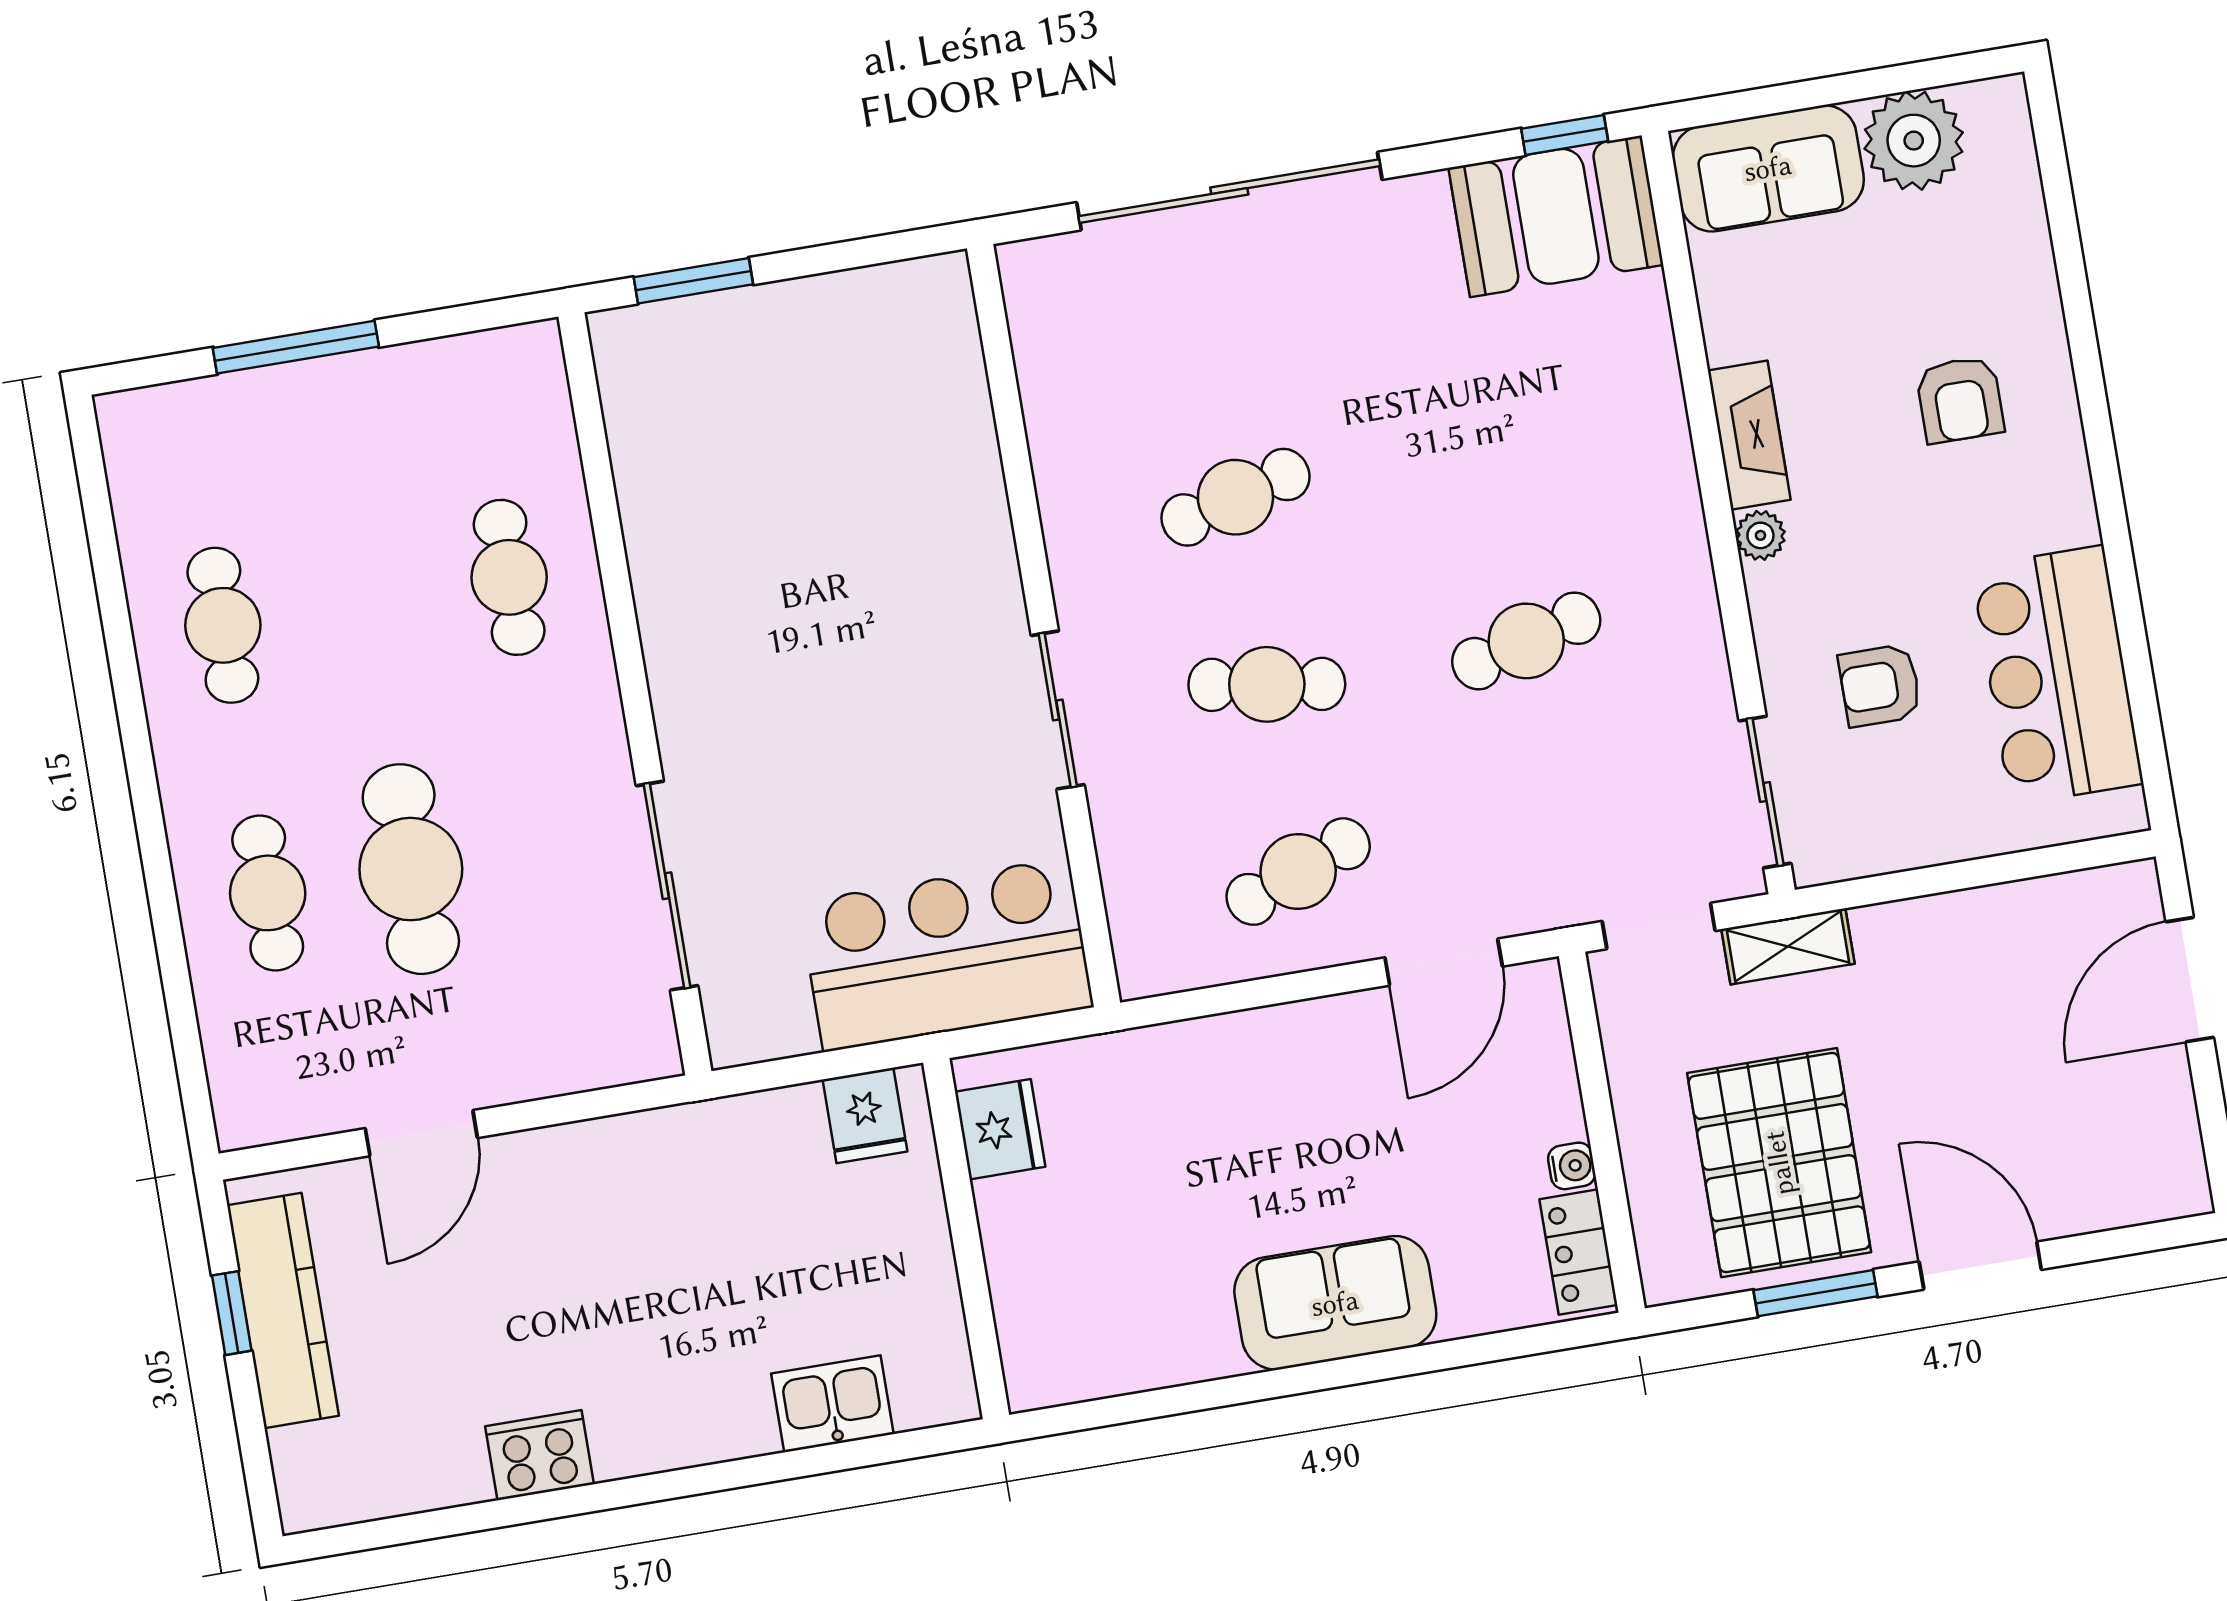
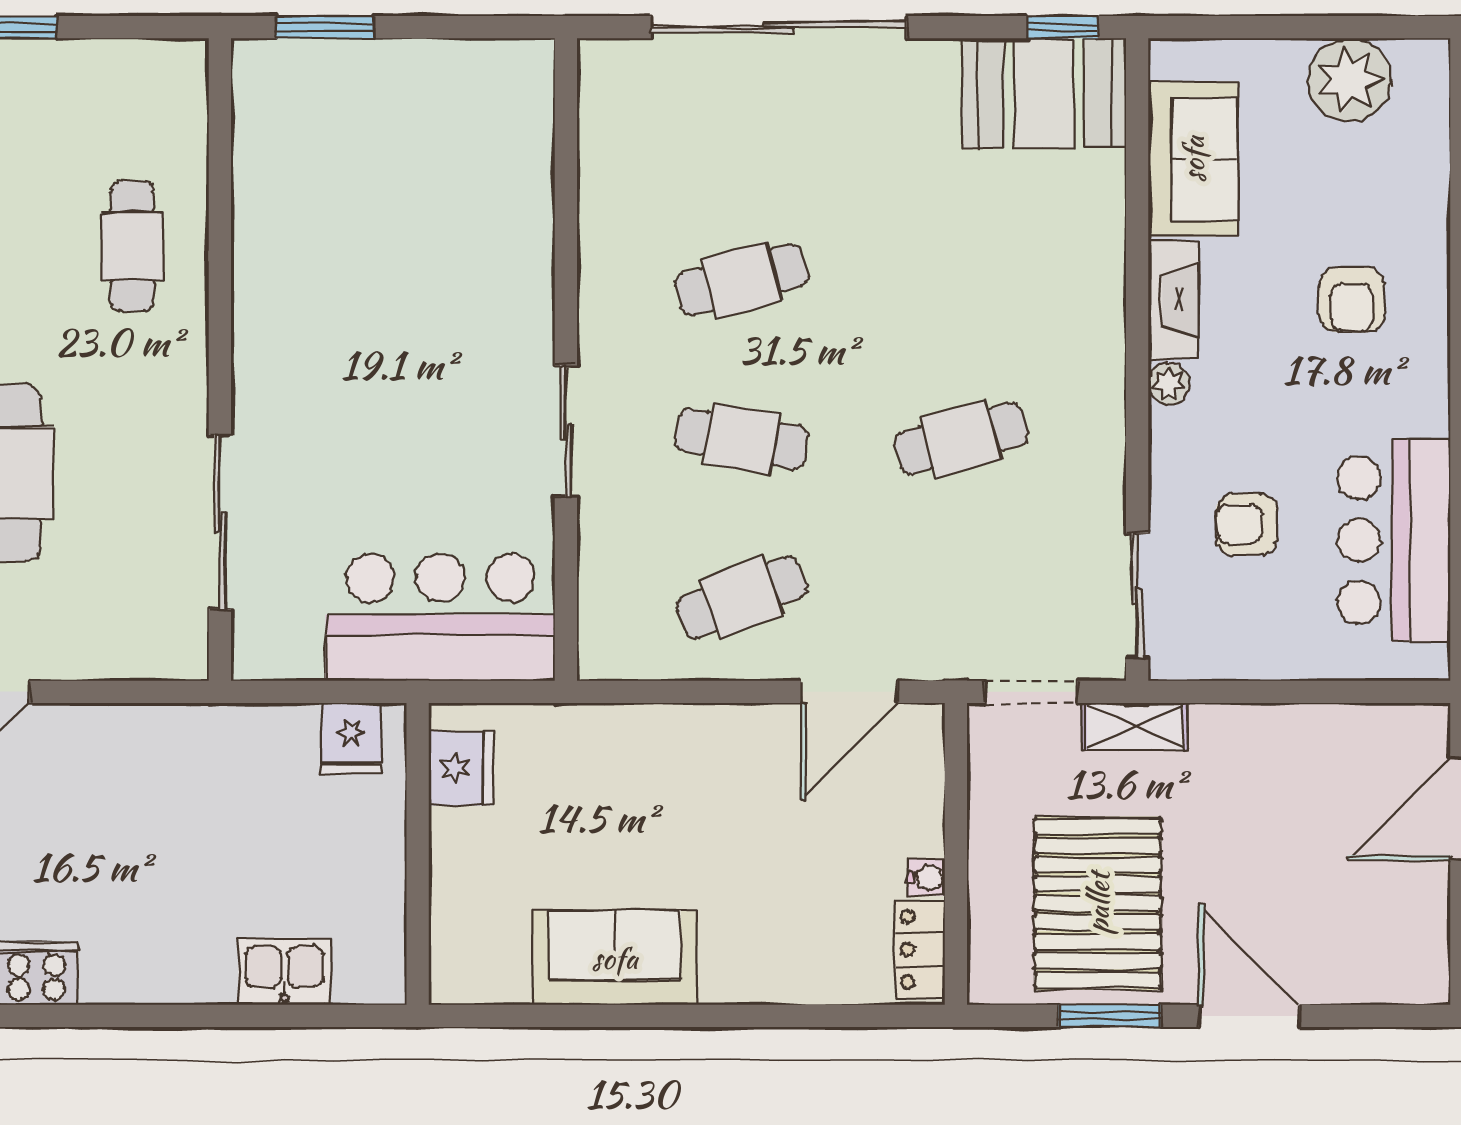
sofa: (1768, 168) -> (1193, 159), moved, turned -90
sofa: (1335, 1303) -> (615, 958), moved

